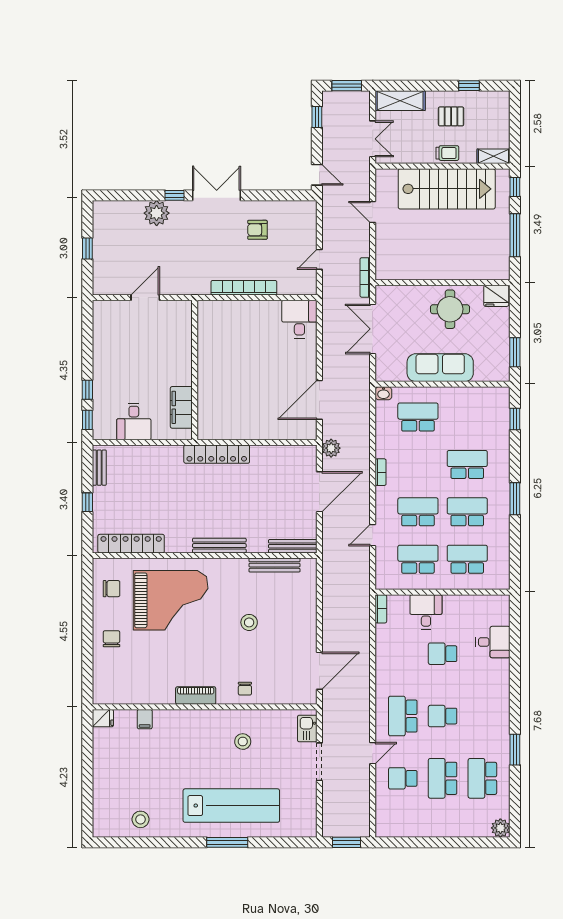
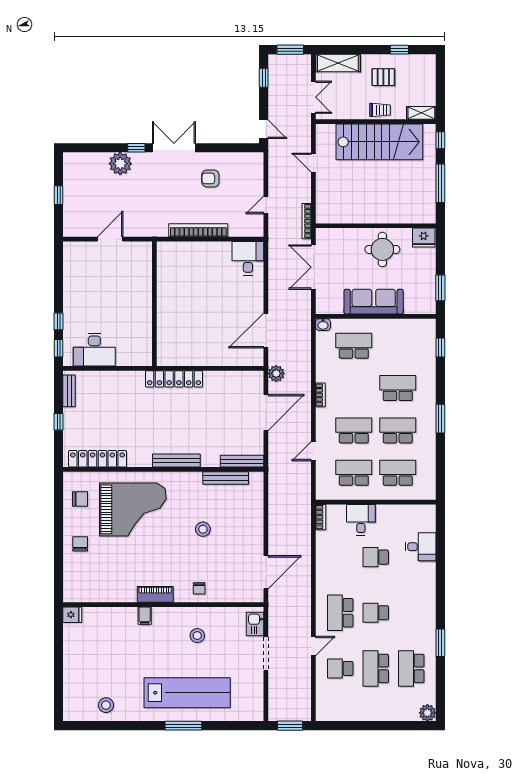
filing cabinet: (181, 407) -> (142, 337), removed
desk: (134, 421) -> (94, 350), width x1.37
filing cabinet: (145, 719) -> (145, 616), moved

